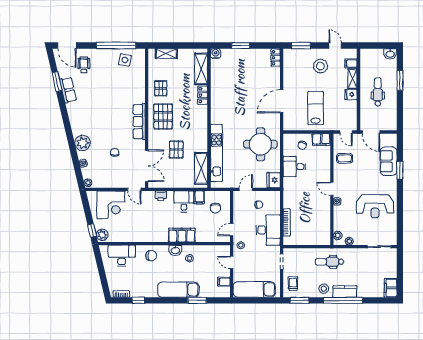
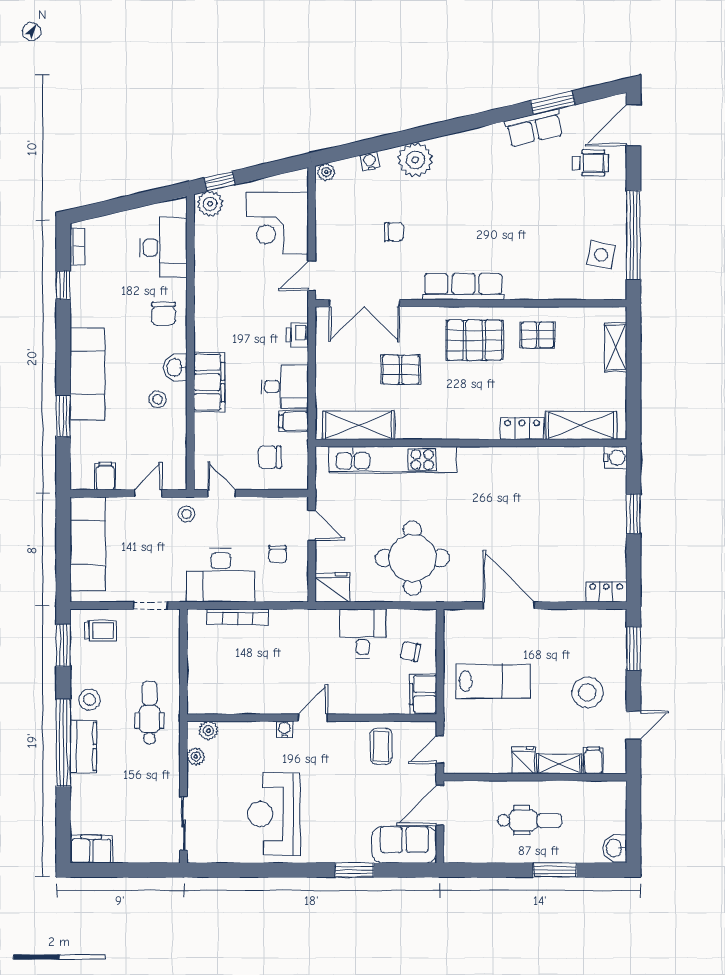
sofa: (389, 161) -> (404, 844), moved

